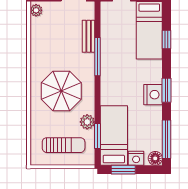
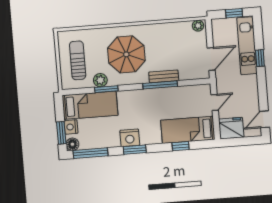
bench: (89, 36) -> (164, 76), moved
window: (98, 136) -> (106, 89), moved
sun lounger: (64, 145) -> (78, 60), turned 180
window: (123, 170) -> (61, 133), moved

